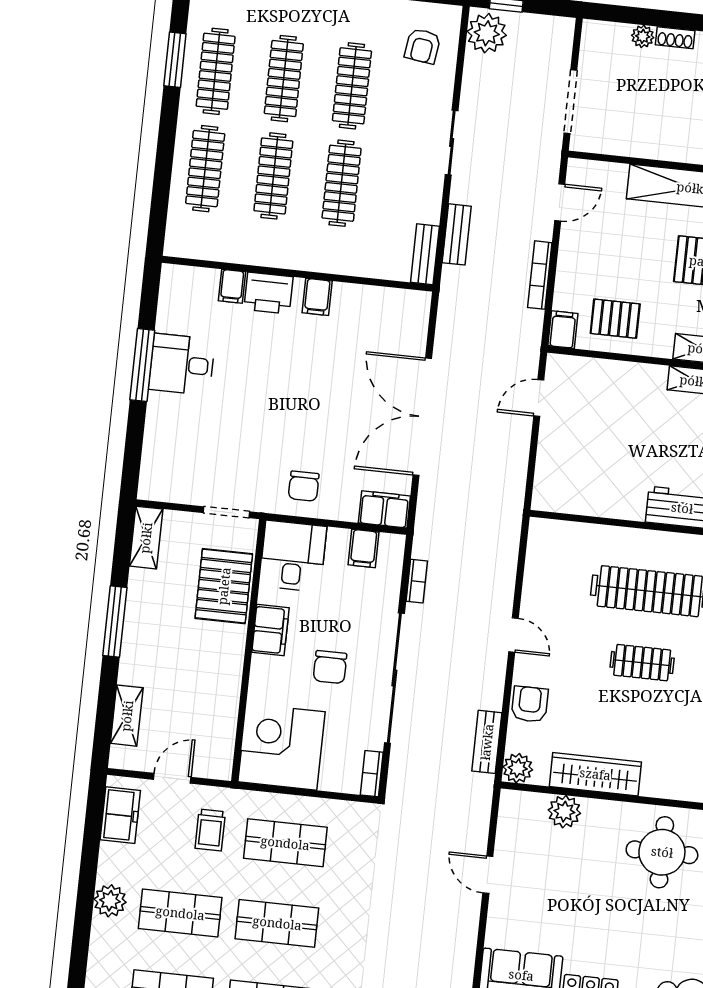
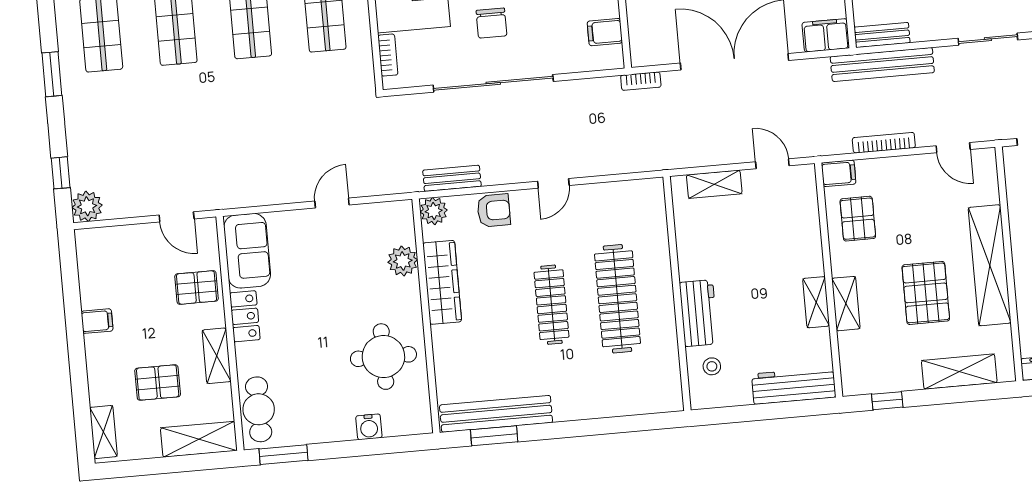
bench: (457, 234) -> (882, 64), width x1.86, depth x1.21
shelving: (548, 464) -> (714, 184), added
filing cabinet: (384, 509) -> (826, 35), moved, turned -90
bookcase: (417, 581) -> (641, 81), moved
clothes rail: (642, 663) -> (551, 305), width x1.36
chair: (330, 667) -> (491, 23), turned -90
bookcase: (372, 774) -> (388, 55), moved, turned 90

